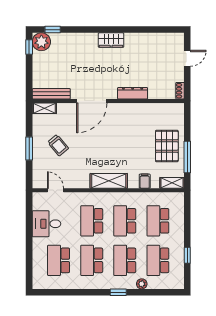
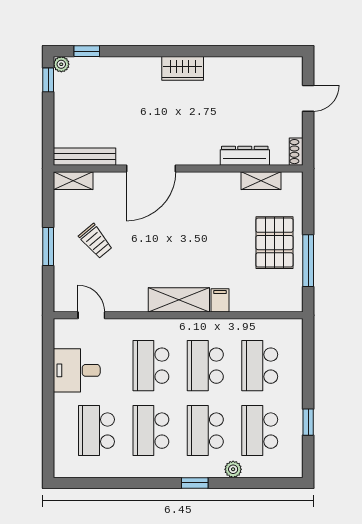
plant: (41, 42) -> (61, 64), width x0.53, depth x0.53
dresser: (133, 93) -> (245, 156), moved
filing cabinet: (145, 181) -> (220, 300), moved
shelving: (172, 183) -> (261, 181), moved

